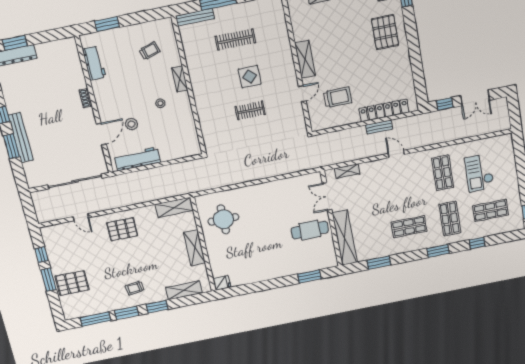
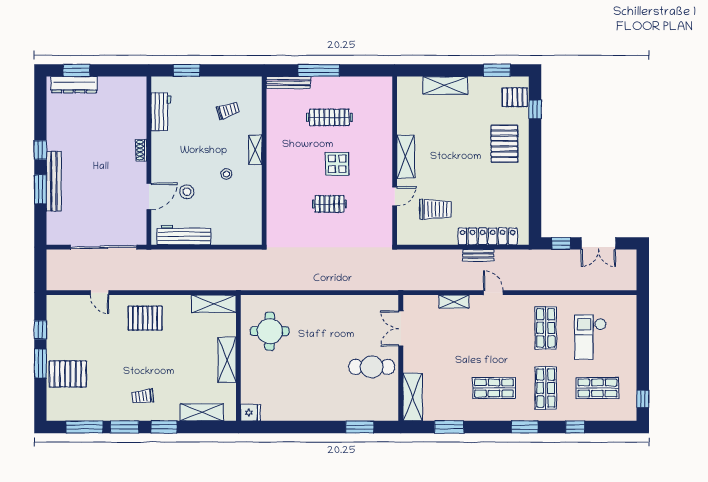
shelving: (347, 171) -> (454, 302), moved
shelving: (345, 238) -> (413, 397), width x0.68

